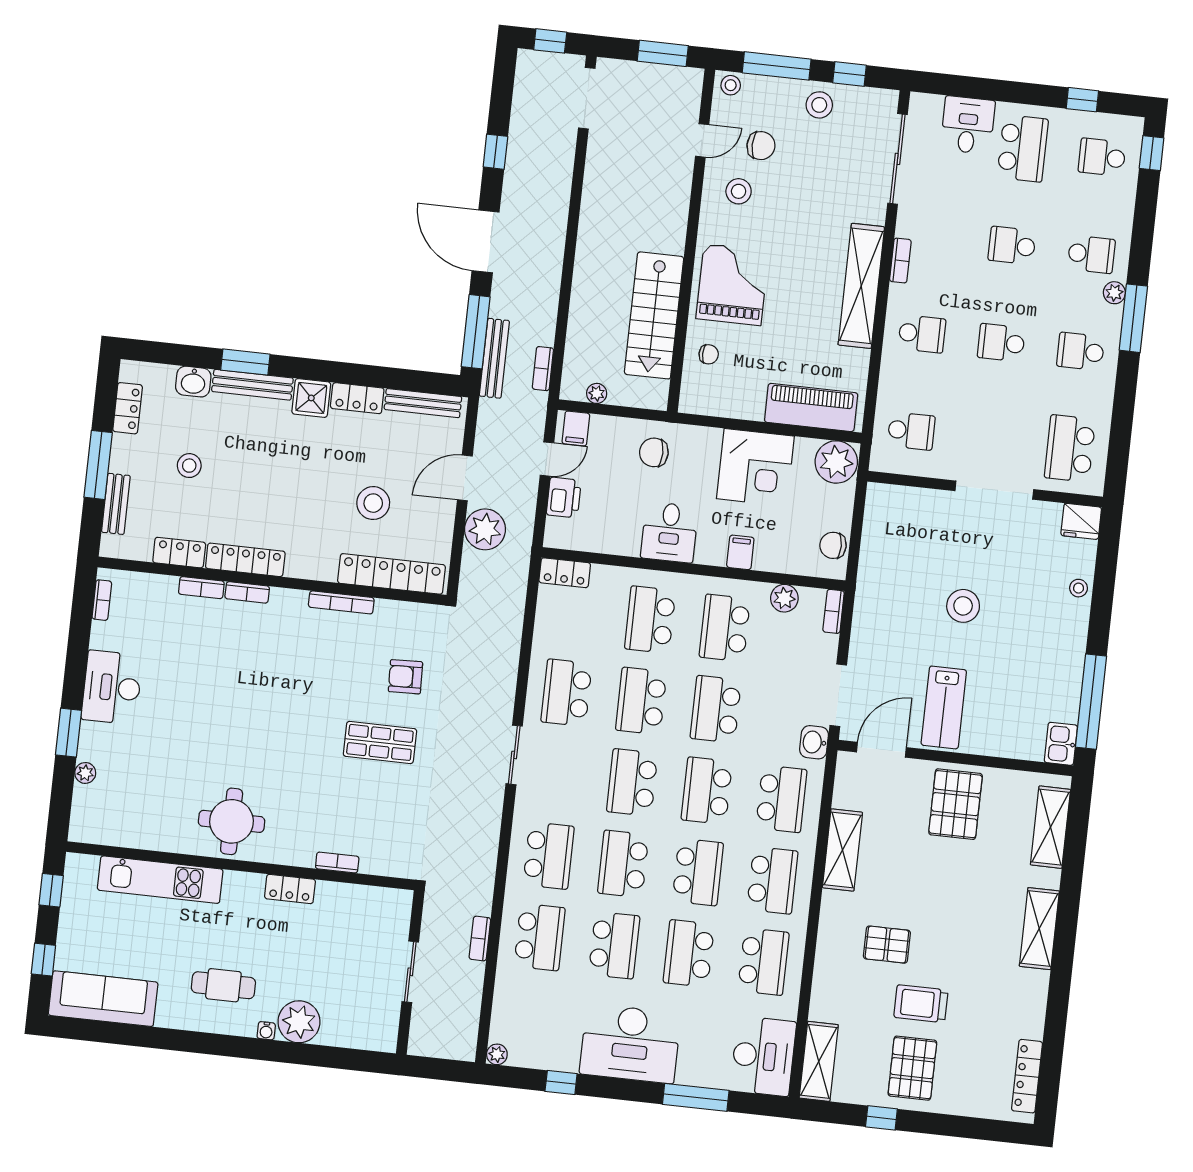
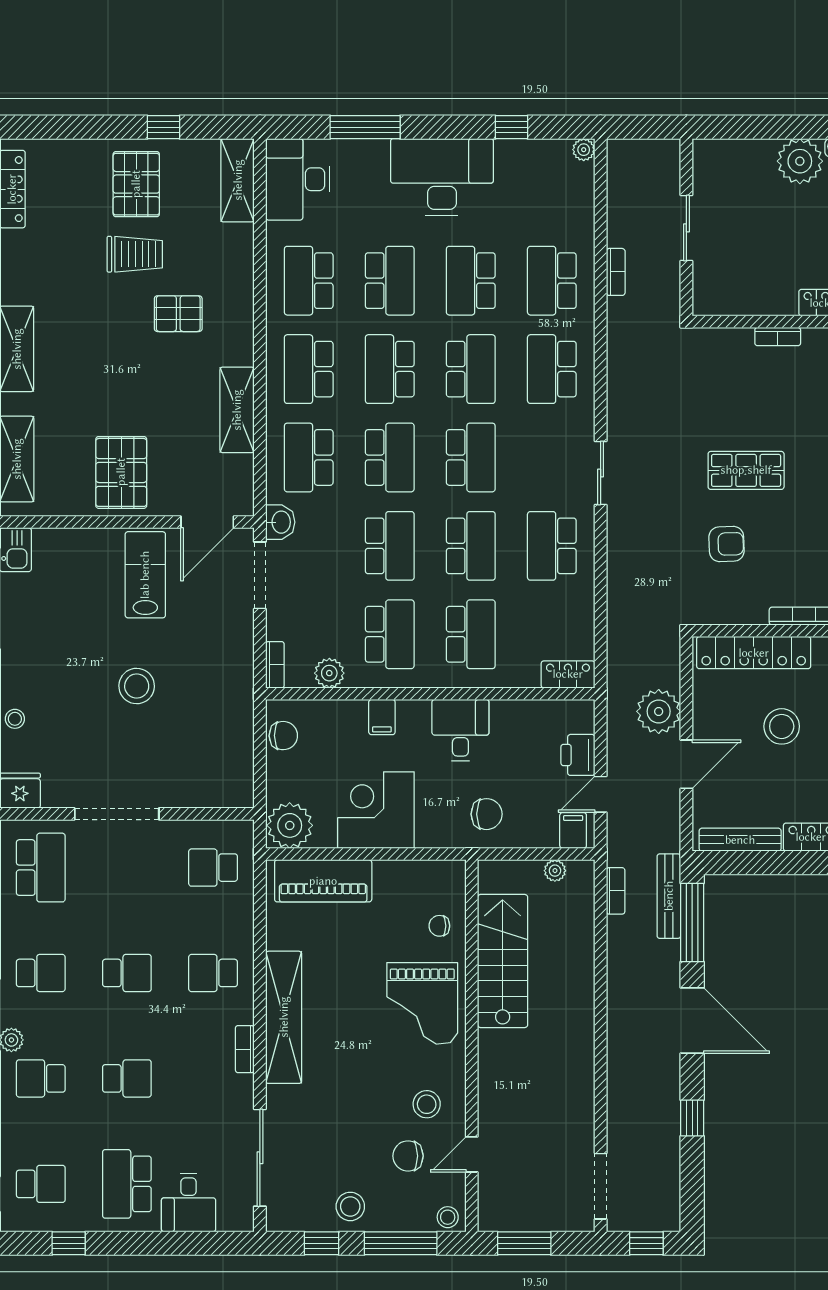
school desk: (567, 693) -> (552, 546), turned 180

